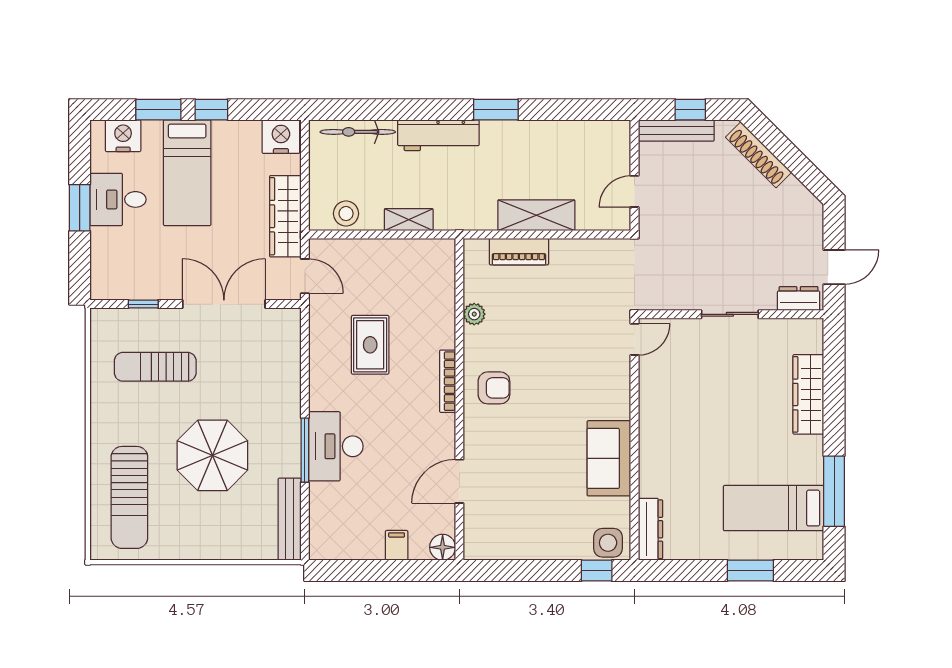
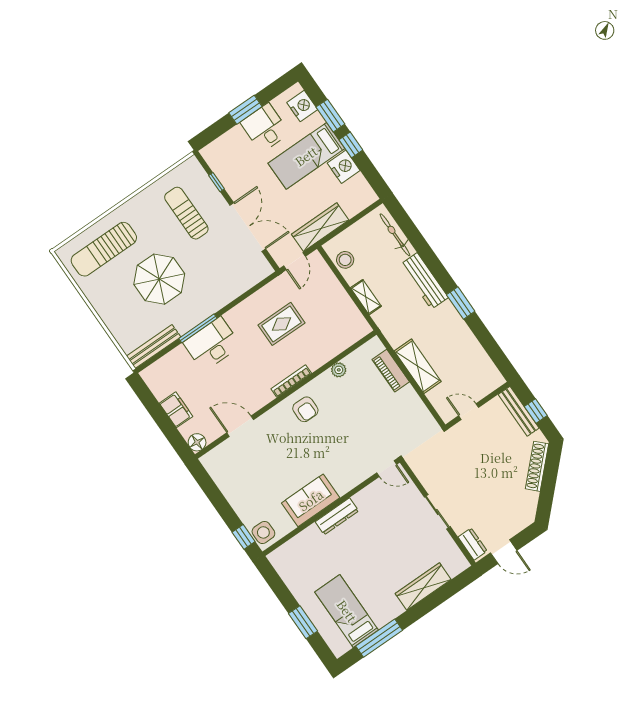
nightstand: (281, 137) -> (344, 167), moved
dresser: (650, 529) -> (337, 516), moved
filing cabinet: (397, 545) -> (176, 410), width x2.00

